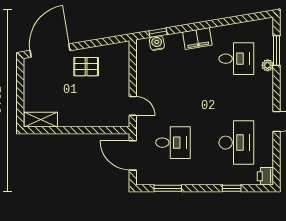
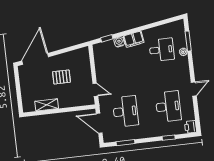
water cooler: (157, 43) -> (119, 42), moved
pallet: (86, 67) -> (61, 77), moved
shelving: (41, 120) -> (47, 105), moved
desk: (173, 143) -> (125, 111), width x1.37

